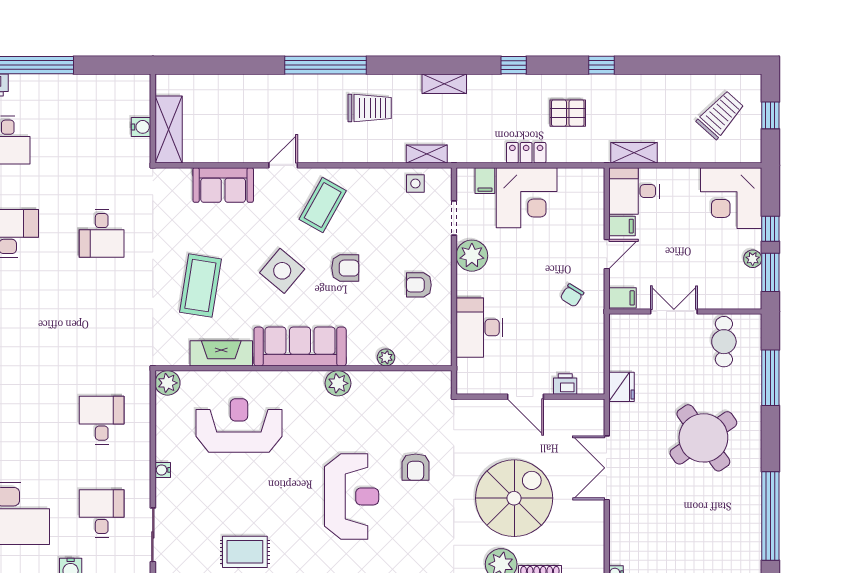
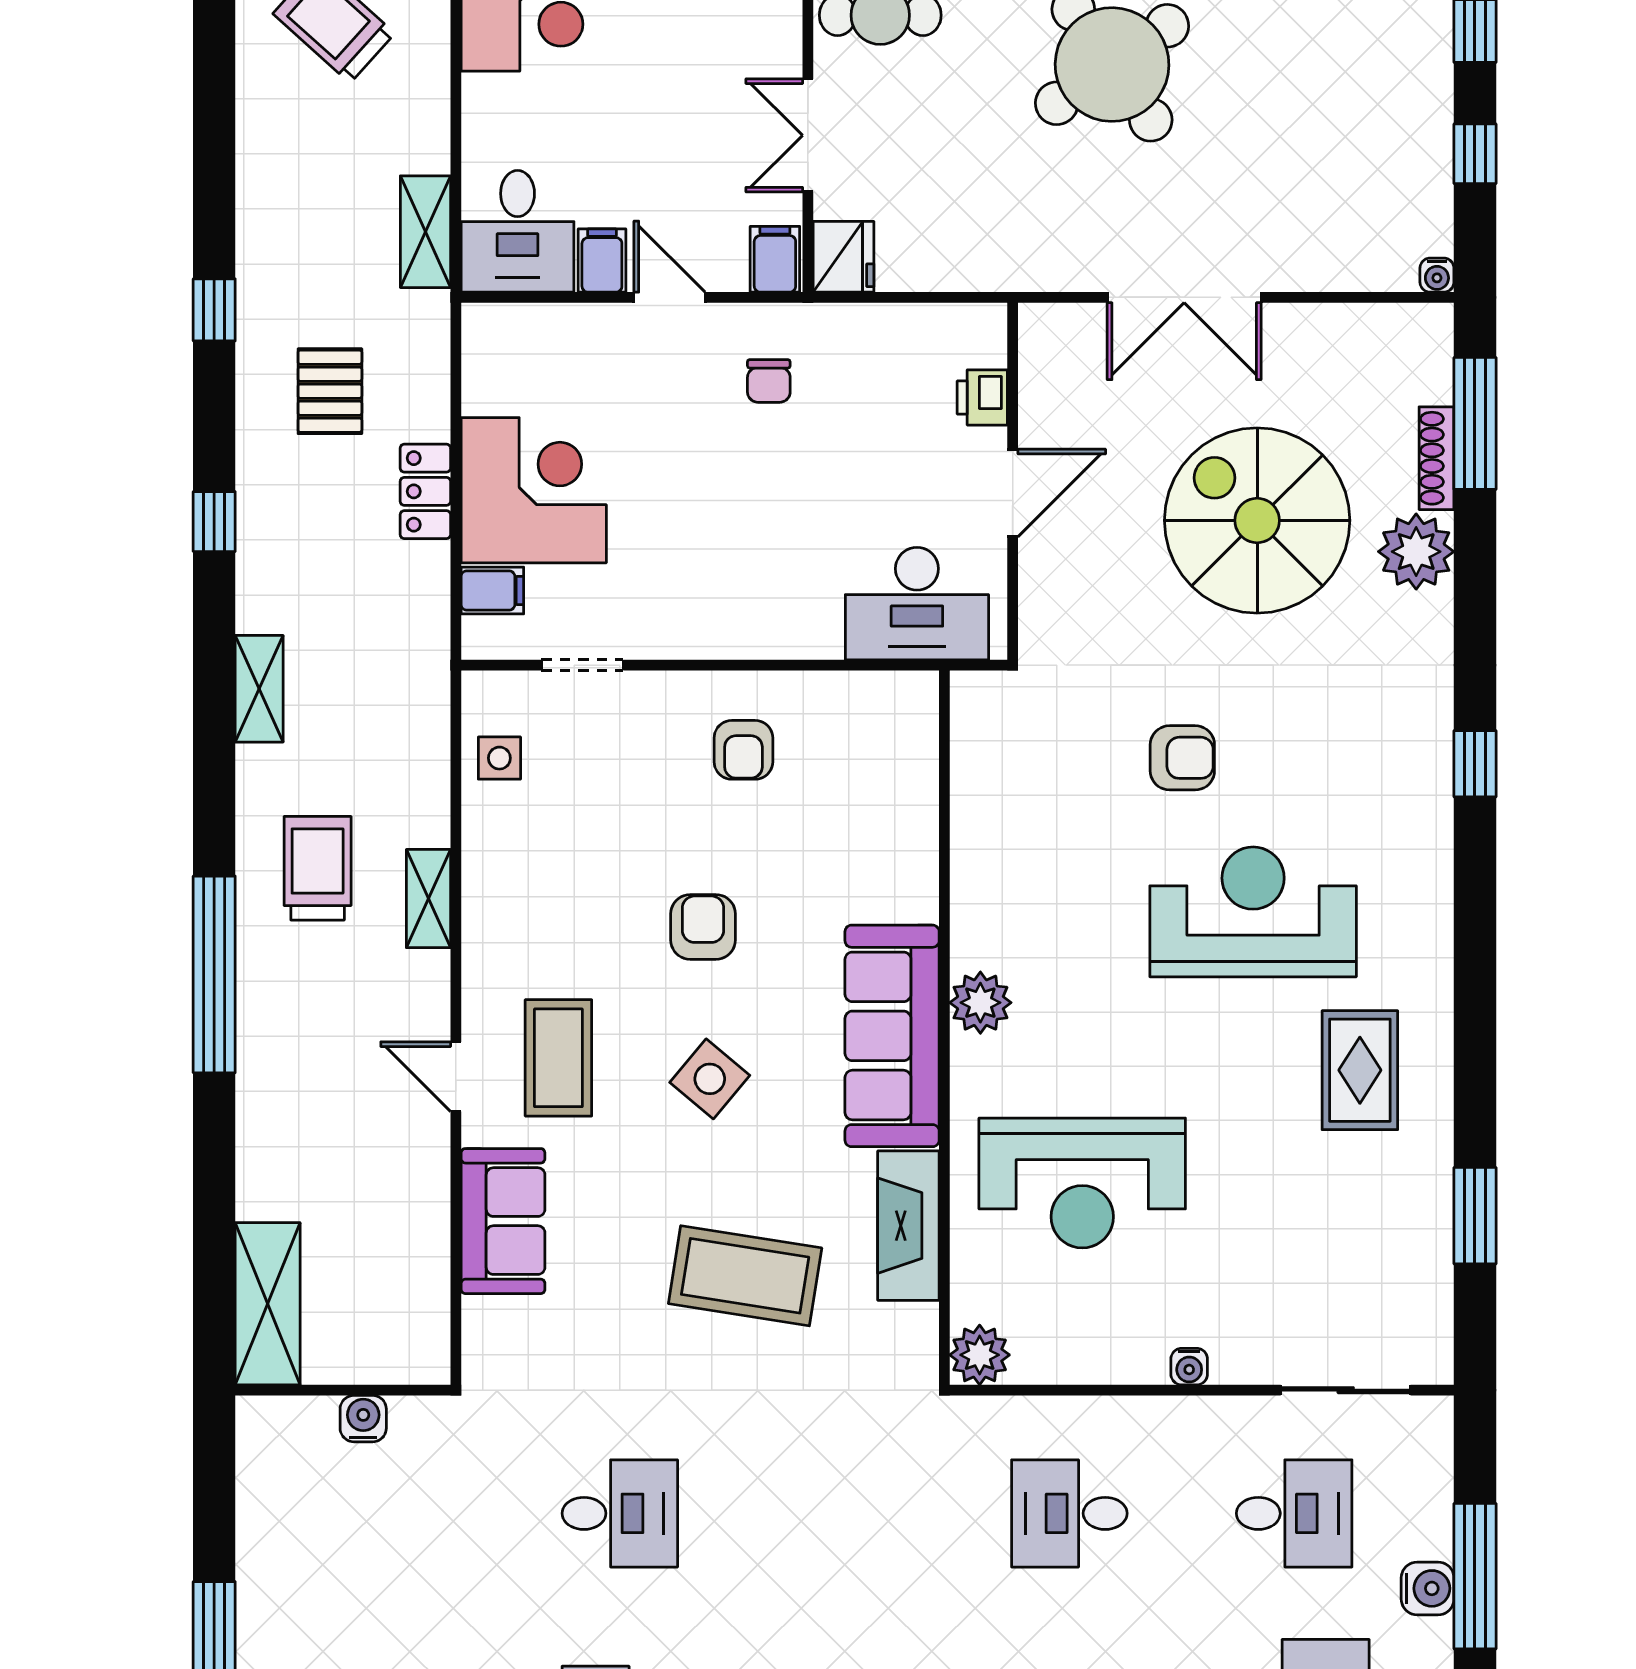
shelving: (169, 129) -> (268, 1304), moved, turned 90
shelving: (427, 154) -> (428, 899), moved
coffee table: (323, 205) -> (558, 1058), moved, turned 61
plant: (472, 256) -> (673, 622), removed
side table: (282, 271) -> (710, 1079), width x0.73, depth x0.73
chair: (572, 295) -> (769, 381), turned 58
desk: (480, 328) -> (917, 604), moved
plant: (386, 357) -> (918, 829), removed
plant: (338, 383) -> (980, 1003), moved
fridge: (622, 387) -> (843, 257), moved, turned 90
reception desk: (239, 426) -> (1082, 1183), turned -90
desk: (102, 514) -> (1294, 1513), turned 180
rug: (245, 552) -> (1360, 1070), moved

